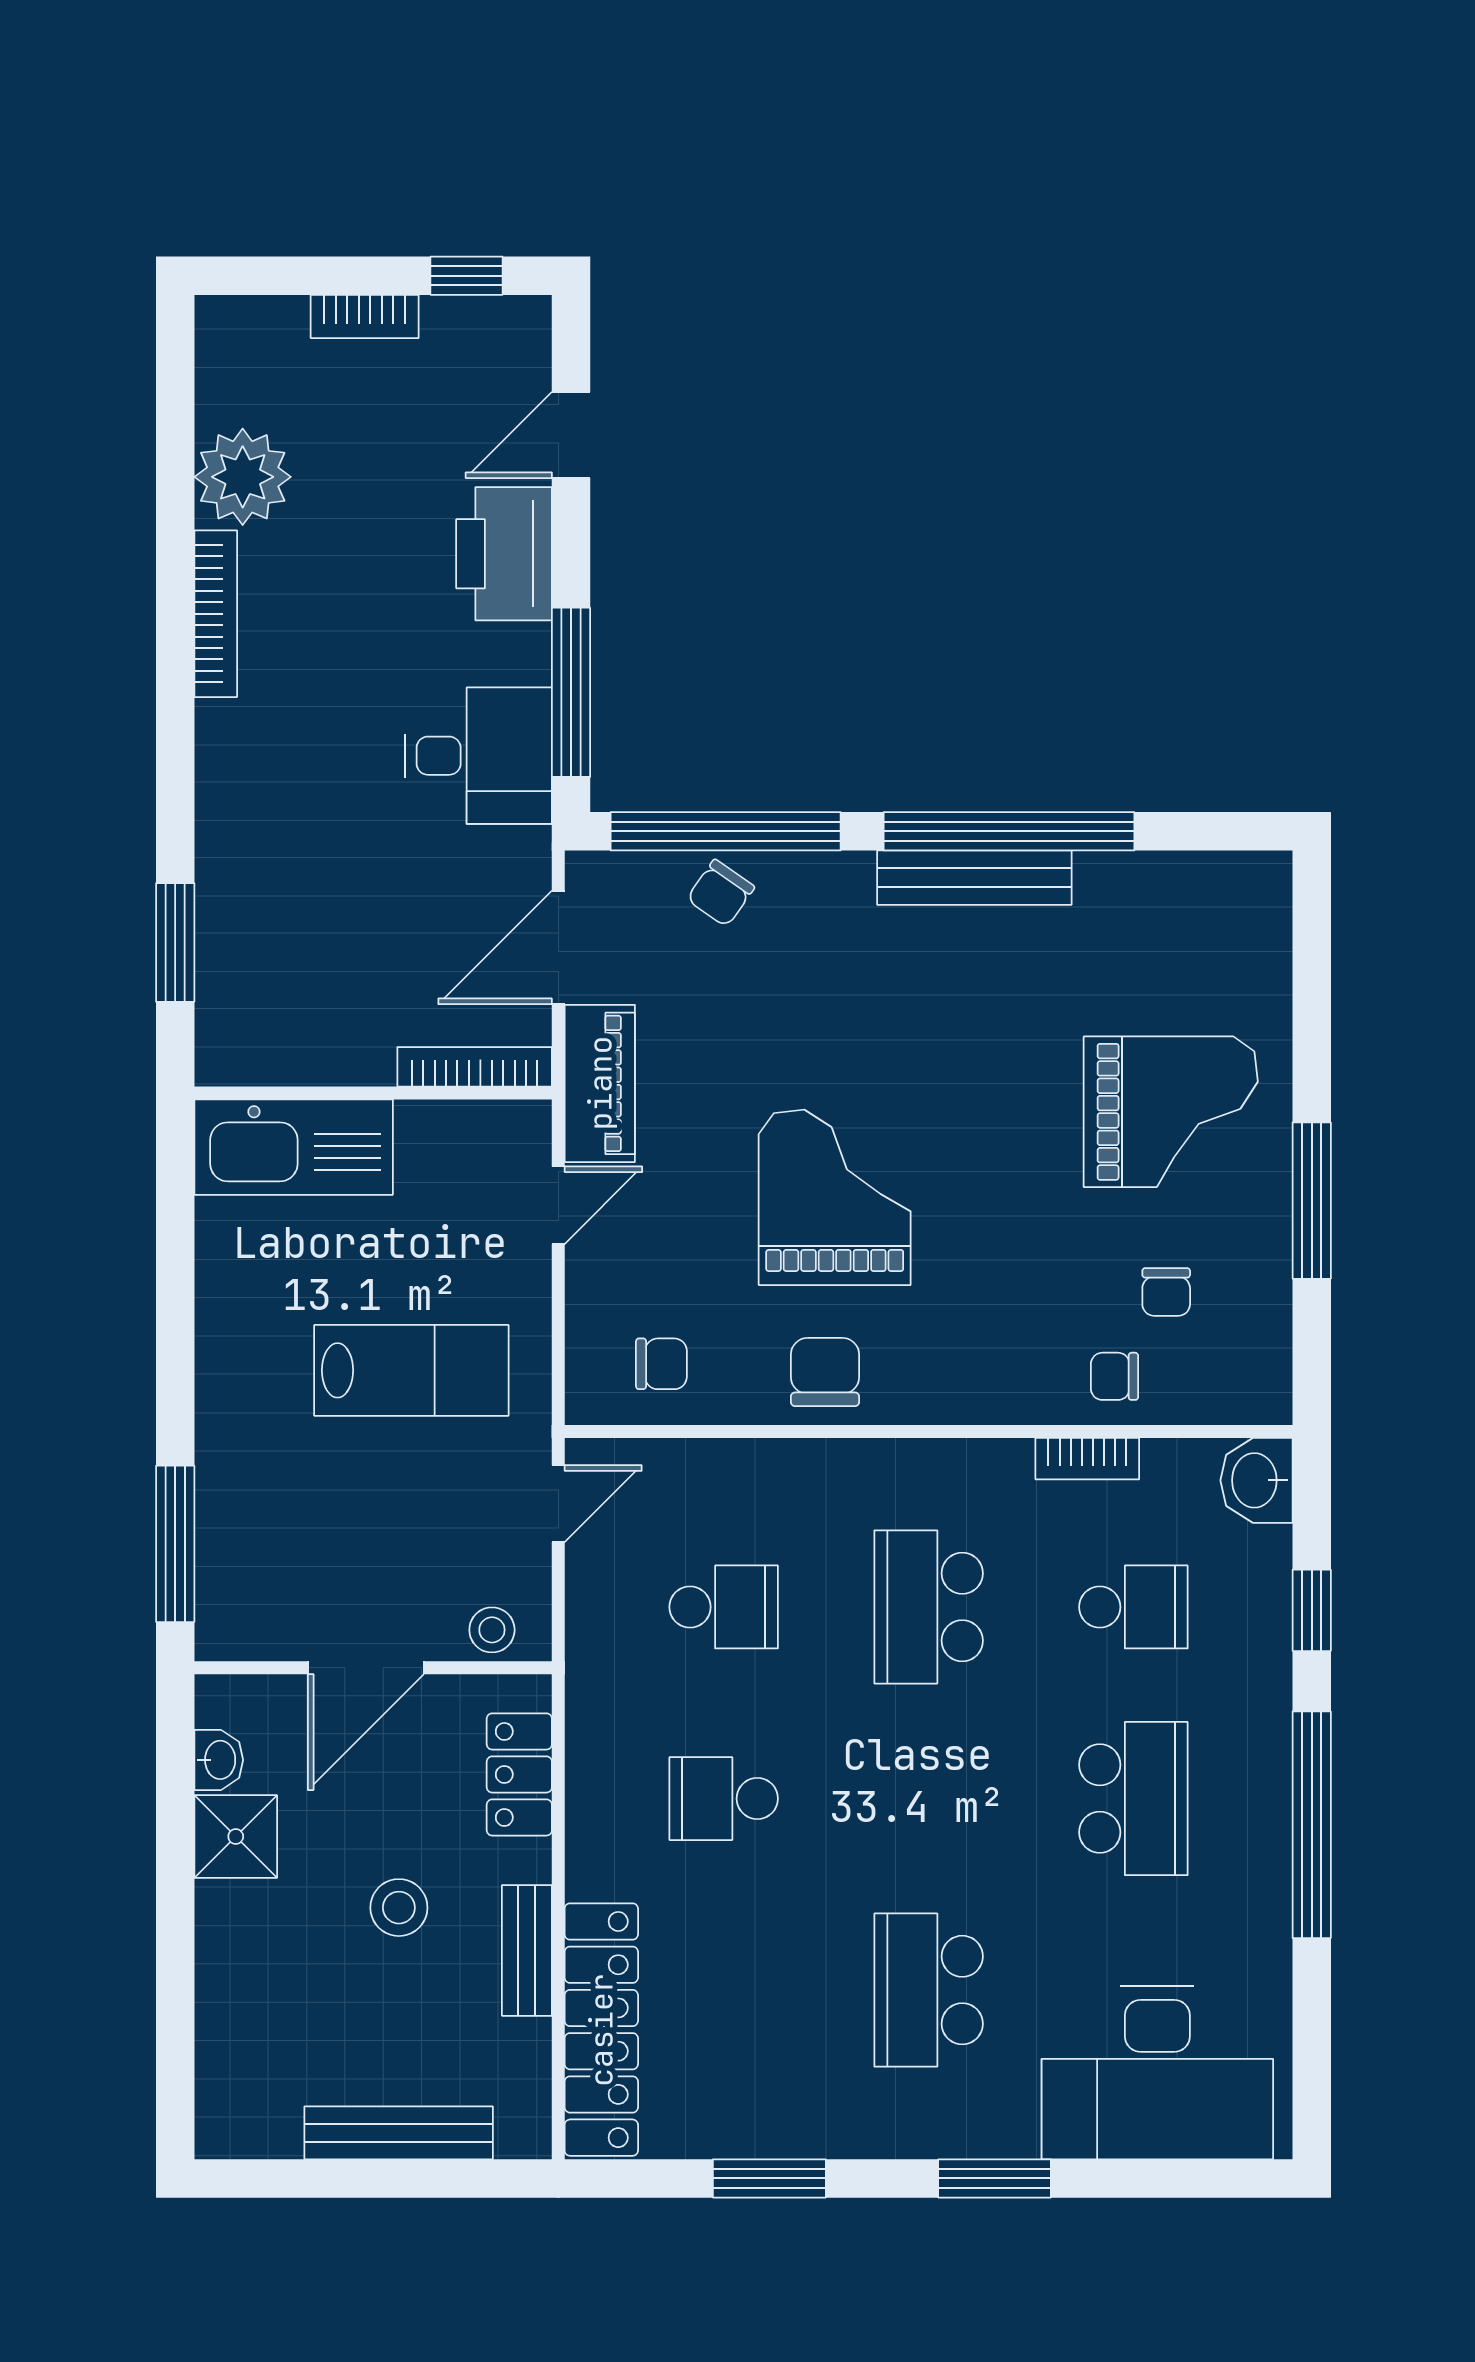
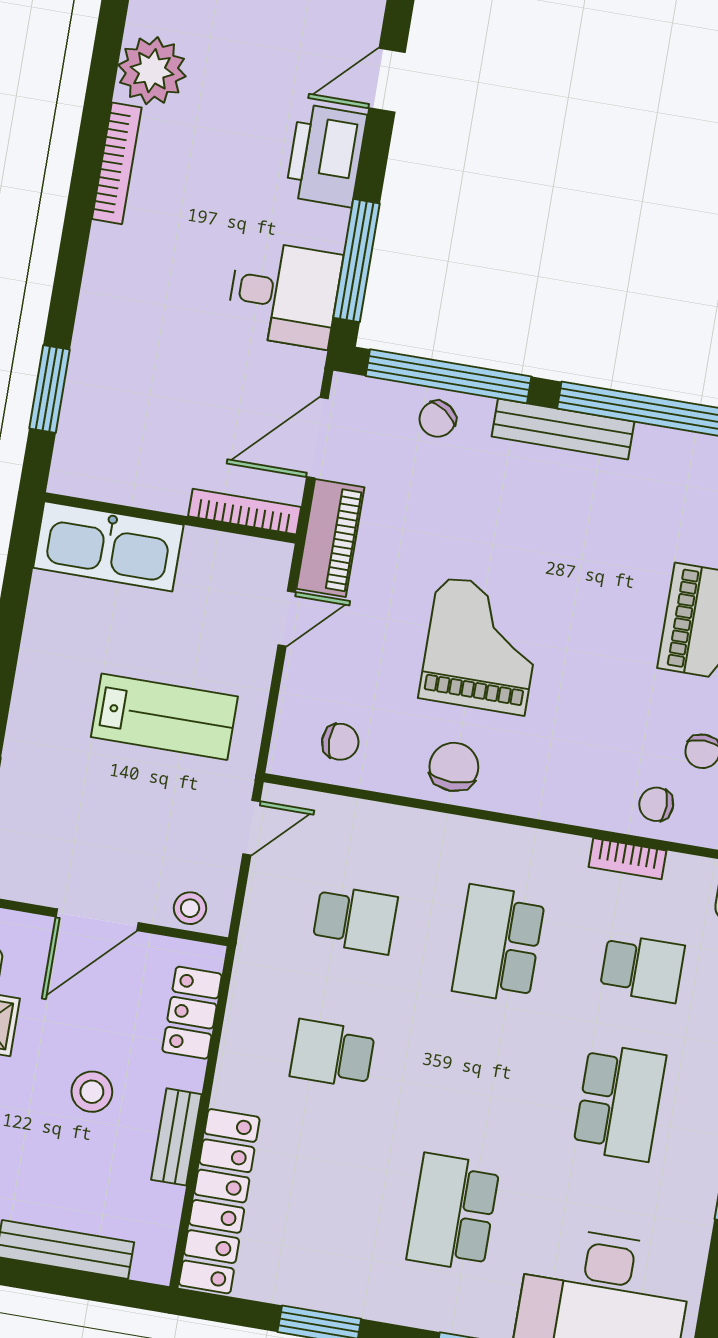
bench: (974, 878) -> (563, 429), moved

